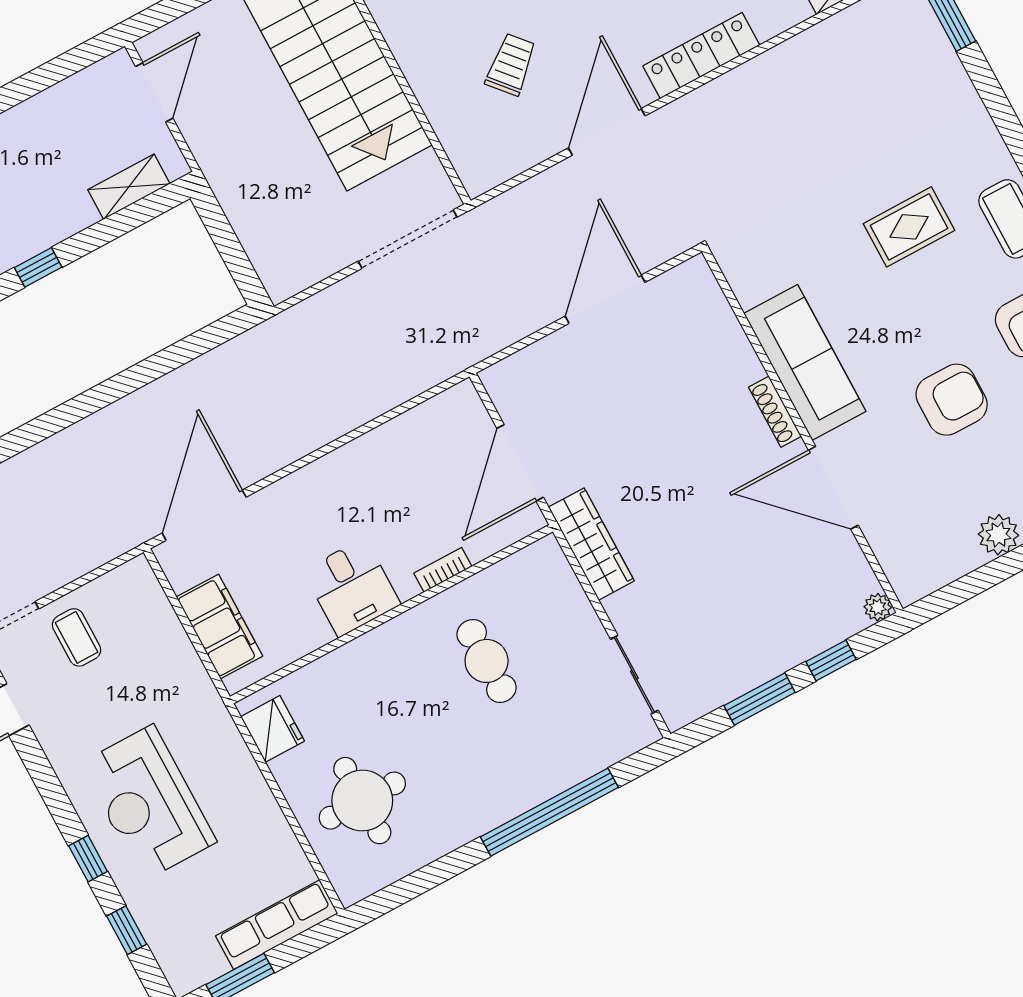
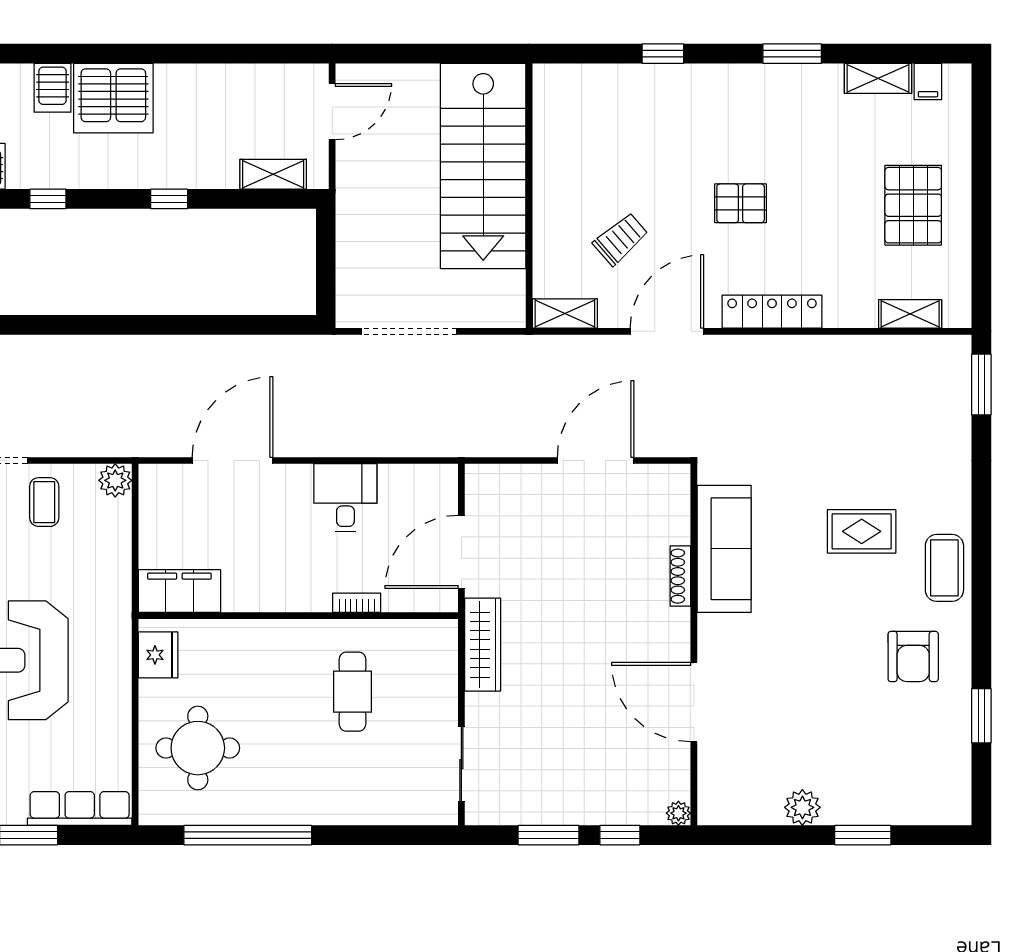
shelving: (495, 169) -> (565, 313), added
doorway: (408, 239) -> (409, 331), moved
sofa: (805, 362) -> (724, 549), moved
armchair: (952, 400) -> (822, 683), removed
shoe rack: (775, 412) -> (680, 576), moved
door: (204, 515) -> (232, 461), moved
plant: (136, 578) -> (115, 480), added
desk: (352, 587) -> (345, 498), moved, turned 180
filing cabinet: (219, 627) -> (179, 591), moved, turned -90
window: (549, 812) -> (248, 835), moved

